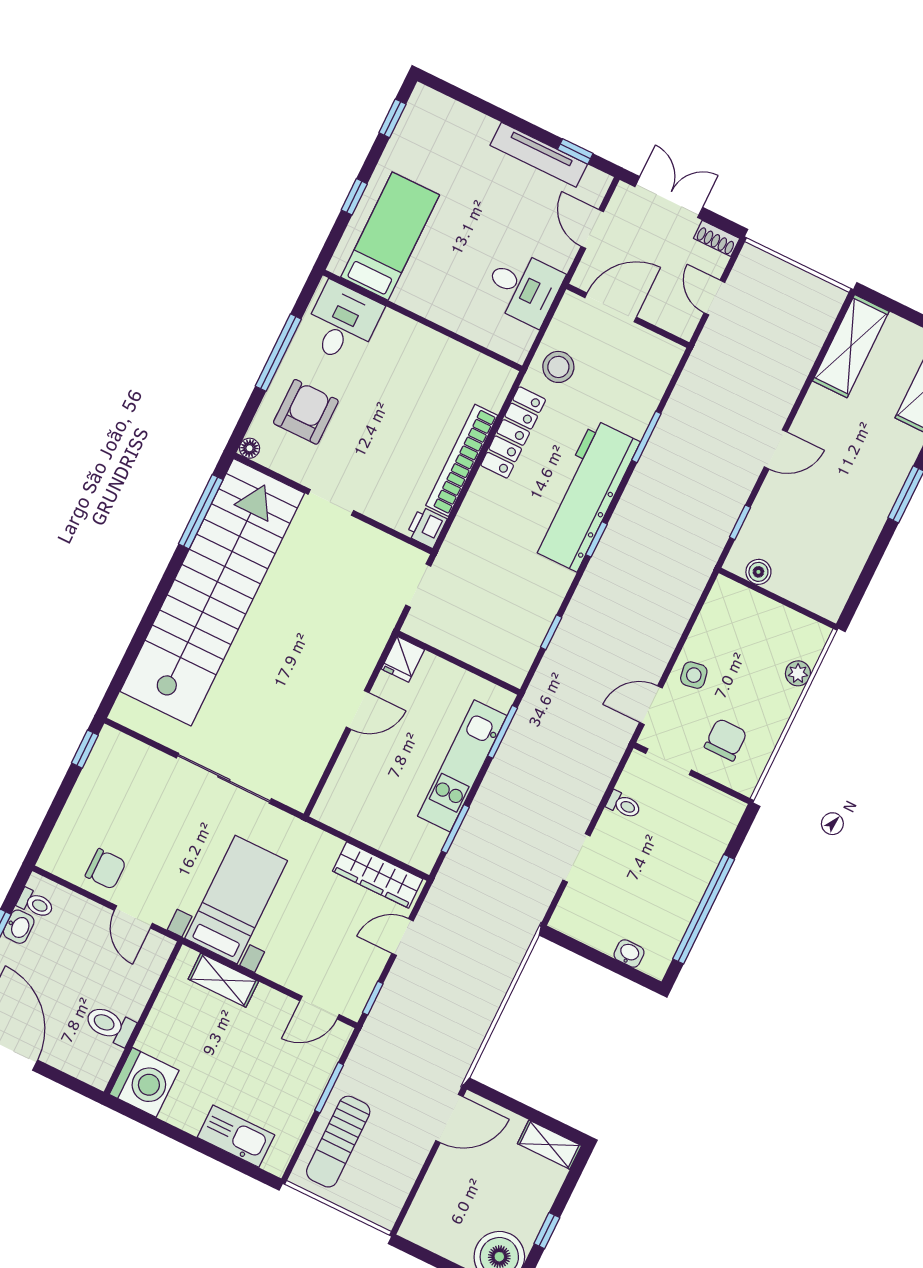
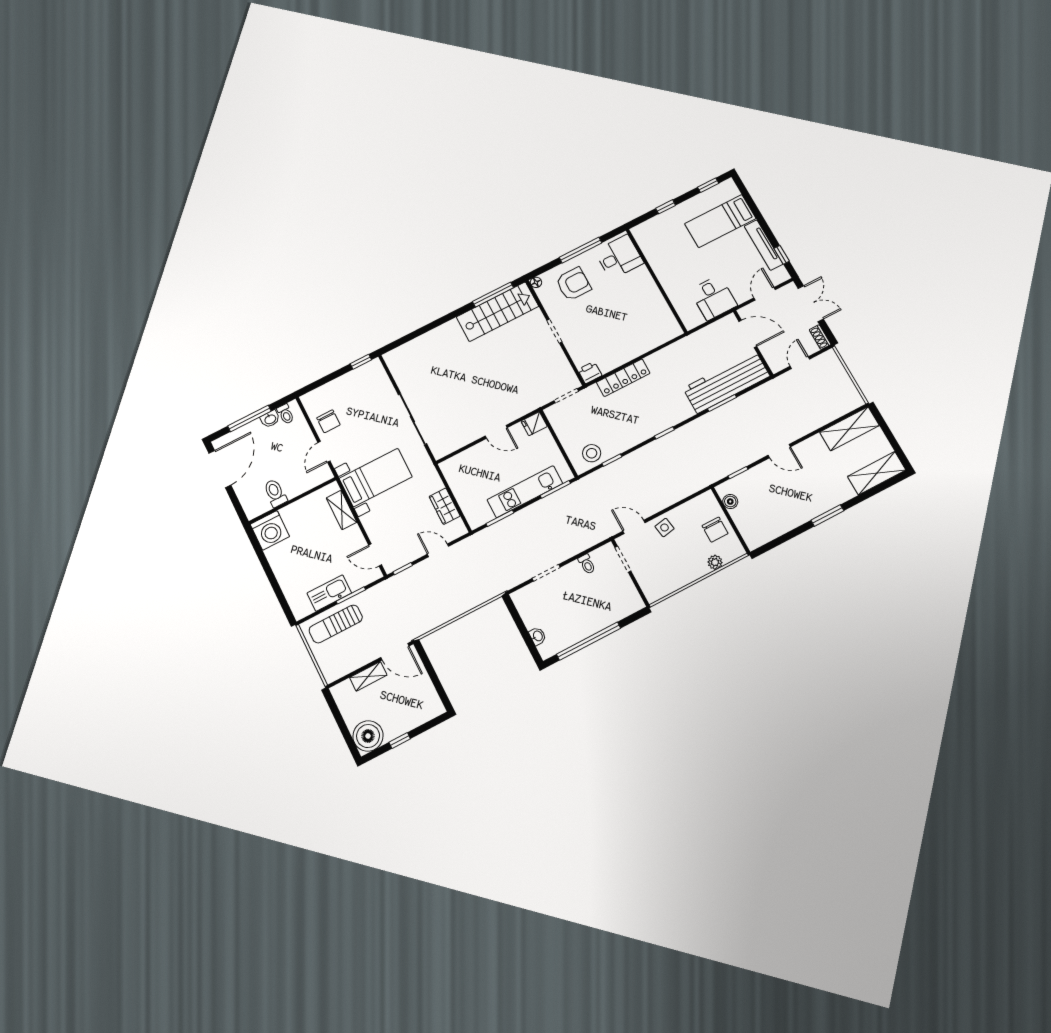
bed: (390, 236) -> (720, 221), moved, turned 180
stool: (558, 367) -> (592, 453), moved
locker: (513, 432) -> (623, 378), moved
bookcase: (462, 460) -> (628, 354), removed
workbench: (585, 495) -> (726, 382), moved
stairs: (212, 592) -> (497, 312), width x0.54, depth x0.66
chair: (726, 740) -> (715, 530), moved, turned 90
wardrobe: (378, 875) -> (445, 506), width x0.67
kitchen sink: (236, 1136) -> (329, 593), moved, turned -90
shelving: (549, 1145) -> (368, 676), moved, turned 90

